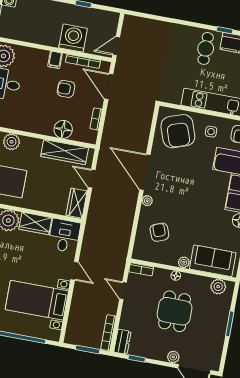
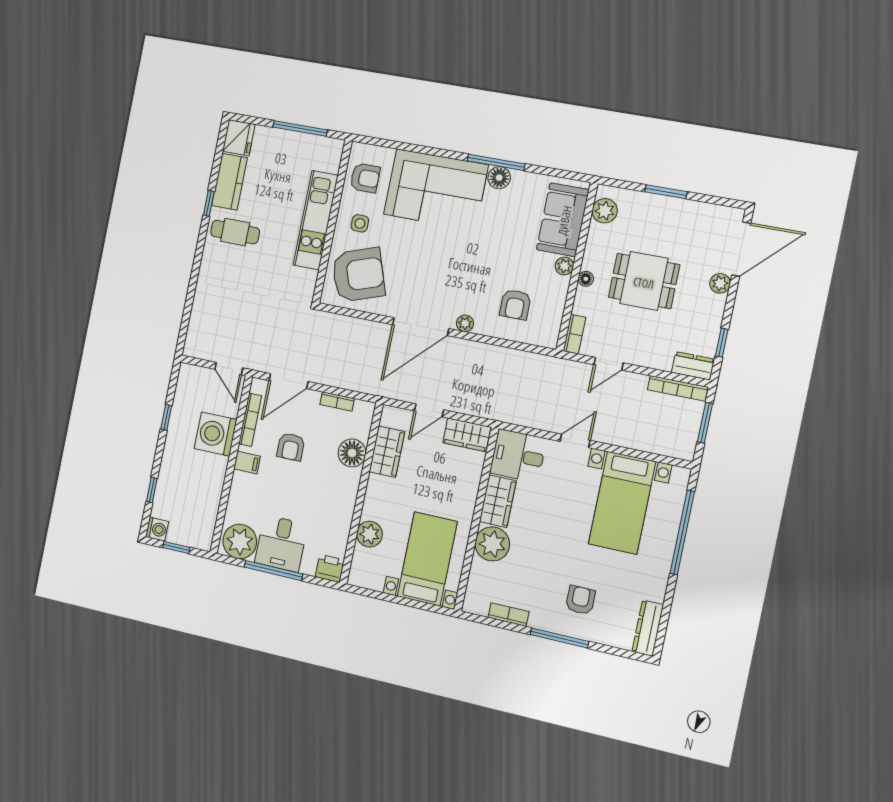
wardrobe: (65, 152) -> (387, 452), width x0.67
armchair: (159, 232) -> (515, 304), turned -69

